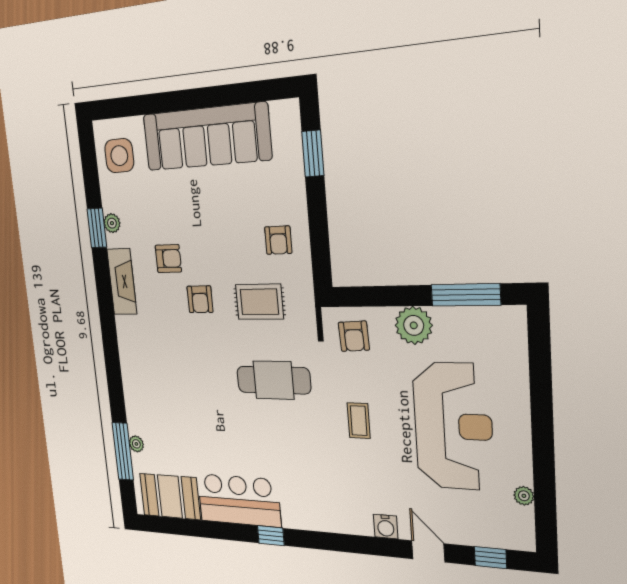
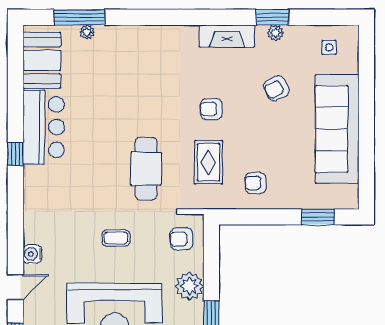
side table: (119, 156) -> (329, 47), width x0.54, depth x0.54
armchair: (168, 259) -> (276, 88), moved, turned 64

